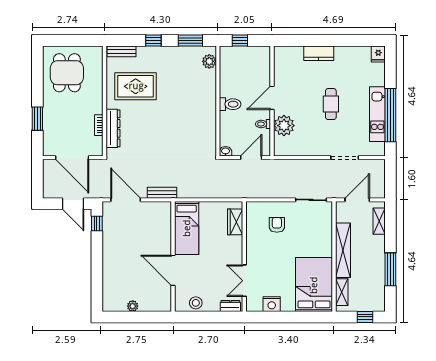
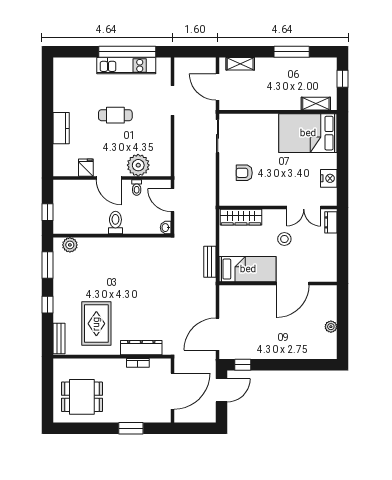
fridge: (378, 54) -> (86, 168), moved, turned -90
bench: (162, 193) -> (210, 262), moved
wardrobe: (235, 222) -> (241, 217), width x1.50
shelving: (343, 250) -> (271, 102), removed
stool: (196, 303) -> (284, 239), moved

